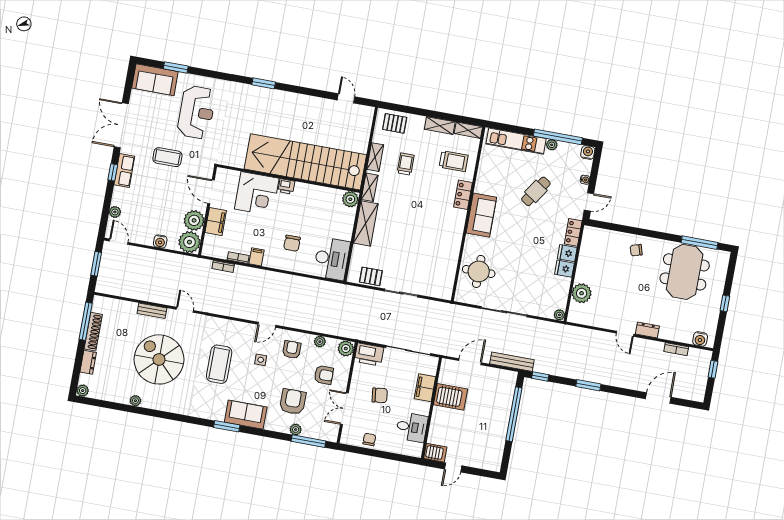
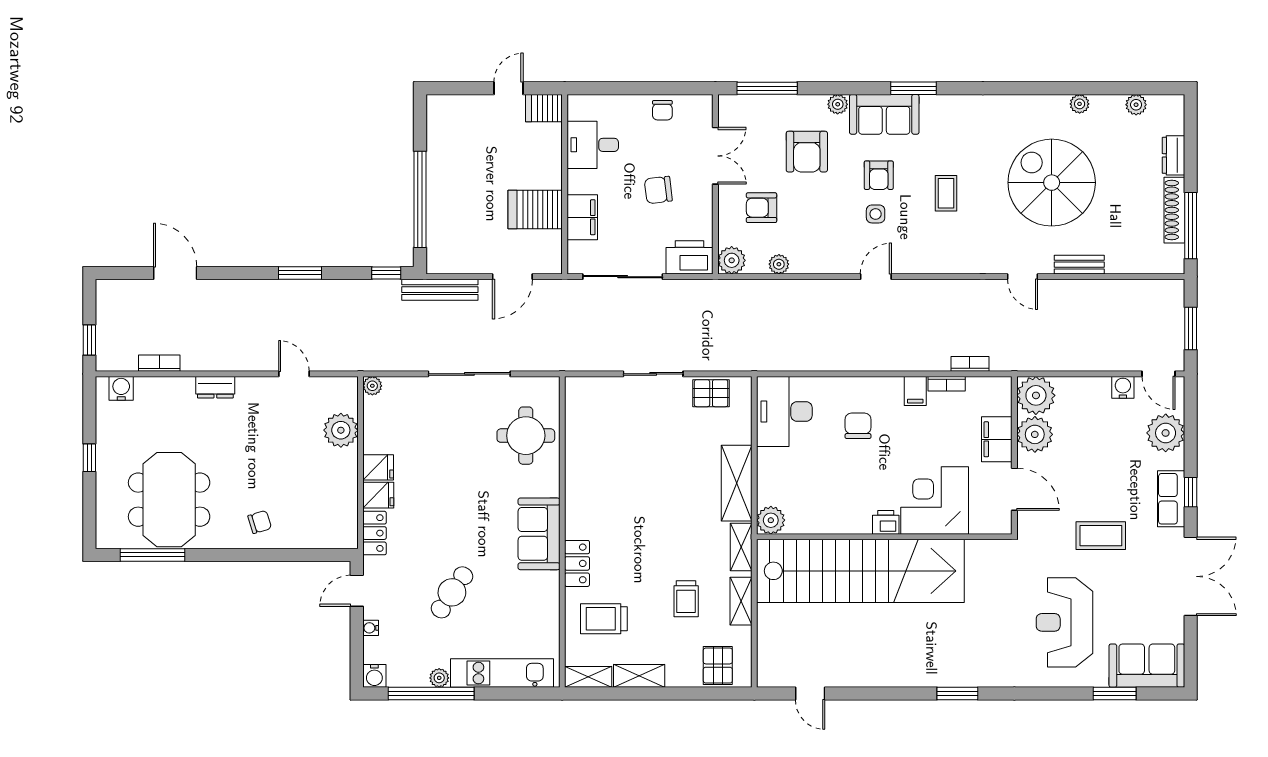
pallet: (395, 123) -> (718, 666), turned 90
plant: (115, 212) -> (1166, 433), width x1.88, depth x1.88
water cooler: (160, 241) -> (1123, 387), moved
door: (625, 334) -> (294, 374), moved
armchair: (292, 350) -> (879, 175), moved
spiral stairs: (159, 359) -> (1052, 183), turned 180
coffee table: (219, 364) -> (946, 193), width x0.54, depth x0.58
plant: (83, 391) -> (1136, 105), moved
door: (658, 398) -> (175, 273), swing flipped
plant: (296, 430) -> (838, 104), moved

